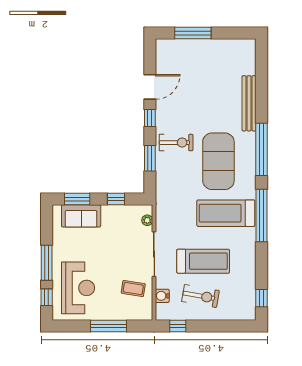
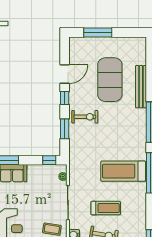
exercise mat: (218, 161) -> (110, 80), moved
window: (116, 199) -> (49, 160), moved
treadmill: (203, 261) -> (106, 208), width x0.73, depth x0.73

